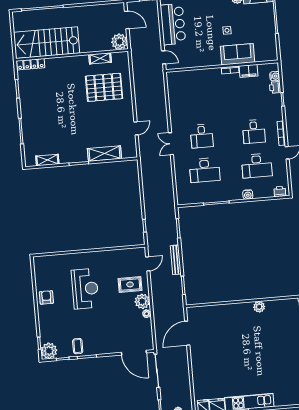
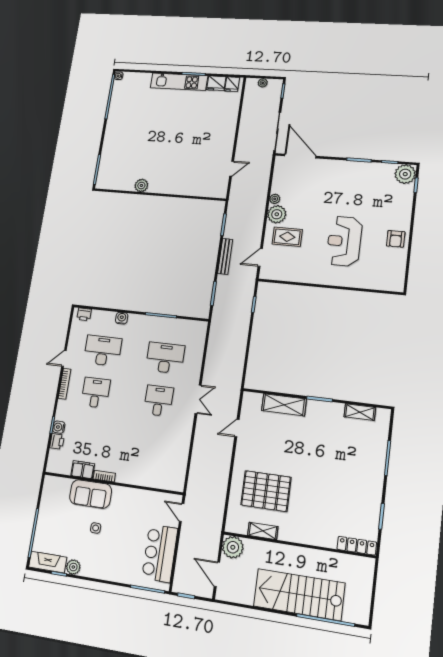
stairs: (47, 43) -> (299, 595), moved, turned 180
water cooler: (275, 76) -> (59, 427), moved
door: (187, 333) -> (232, 169), width x0.53
coffee table: (78, 346) -> (368, 174), removed

